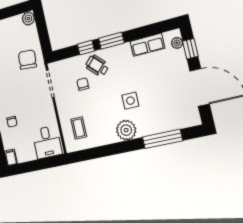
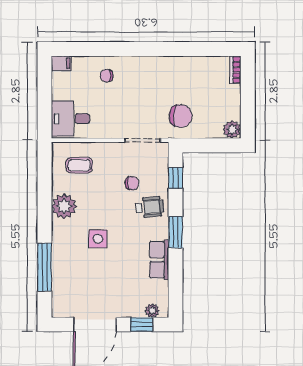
row of seats: (147, 45) -> (159, 260), moved
window: (86, 48) -> (175, 178), moved
wheelchair: (97, 66) -> (150, 207), turned 40
plant: (126, 130) -> (64, 206), moved

